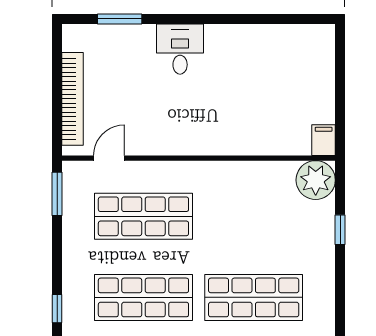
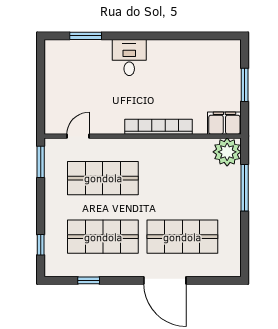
window: (340, 87) -> (245, 85), added
bookcase: (72, 99) -> (159, 127), moved, turned -90
filing cabinet: (324, 140) -> (224, 123), width x2.00
window: (340, 230) -> (245, 188), width x2.17

